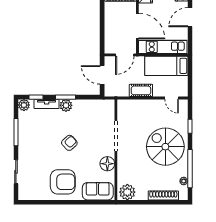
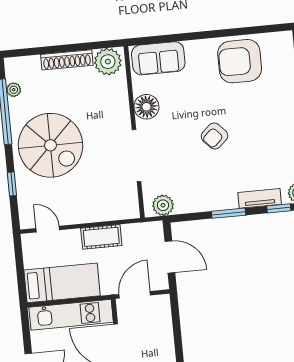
plant: (66, 105) -> (163, 205), moved
armchair: (63, 182) -> (240, 61), moved
shoe rack: (163, 195) -> (67, 60), moved

